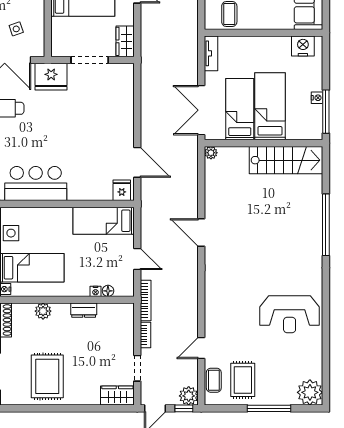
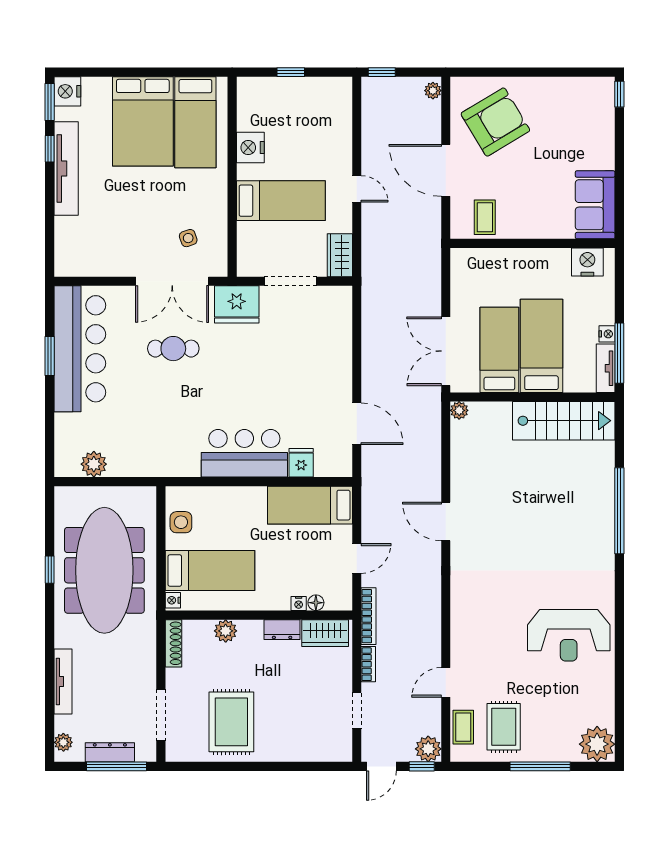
tv unit: (211, 53) -> (606, 368), moved, turned 180
bar counter: (36, 183) -> (244, 453), moved
fridge: (122, 190) -> (301, 463), moved
door: (137, 259) -> (357, 558), hinge flipped
wardrobe: (117, 396) -> (325, 633), moved, turned 180

